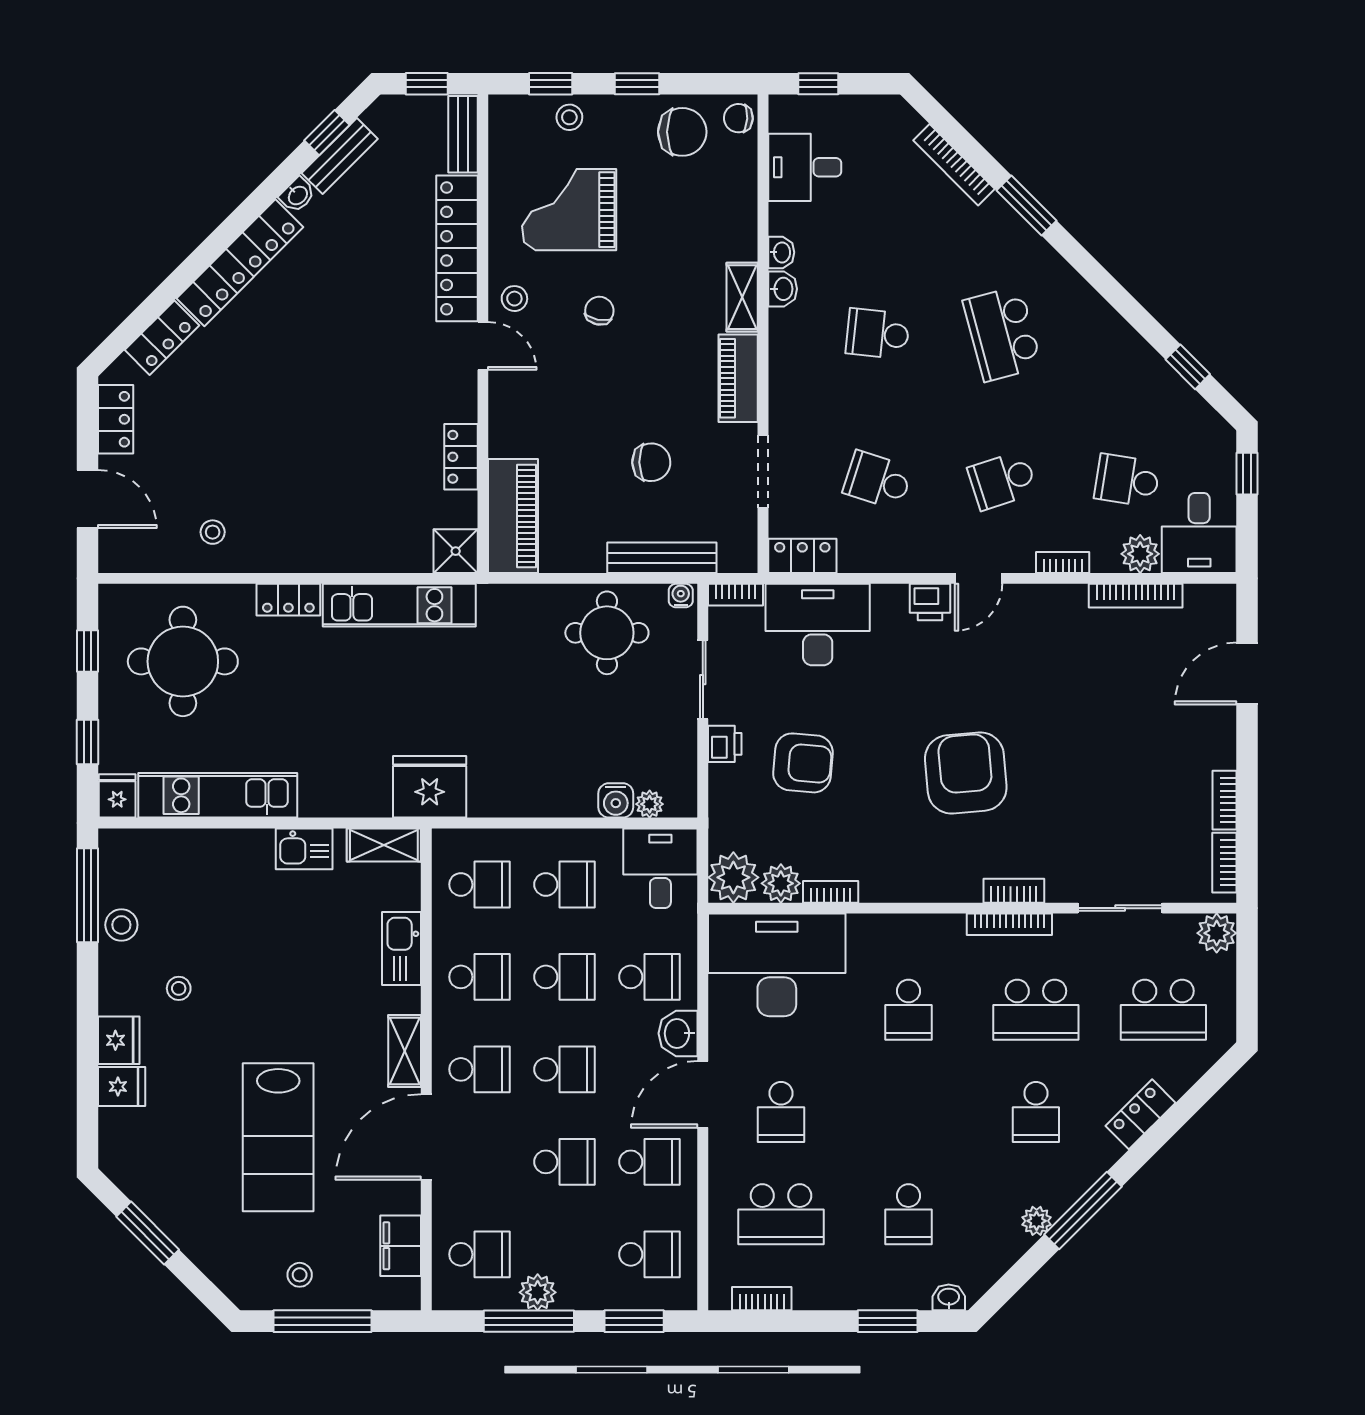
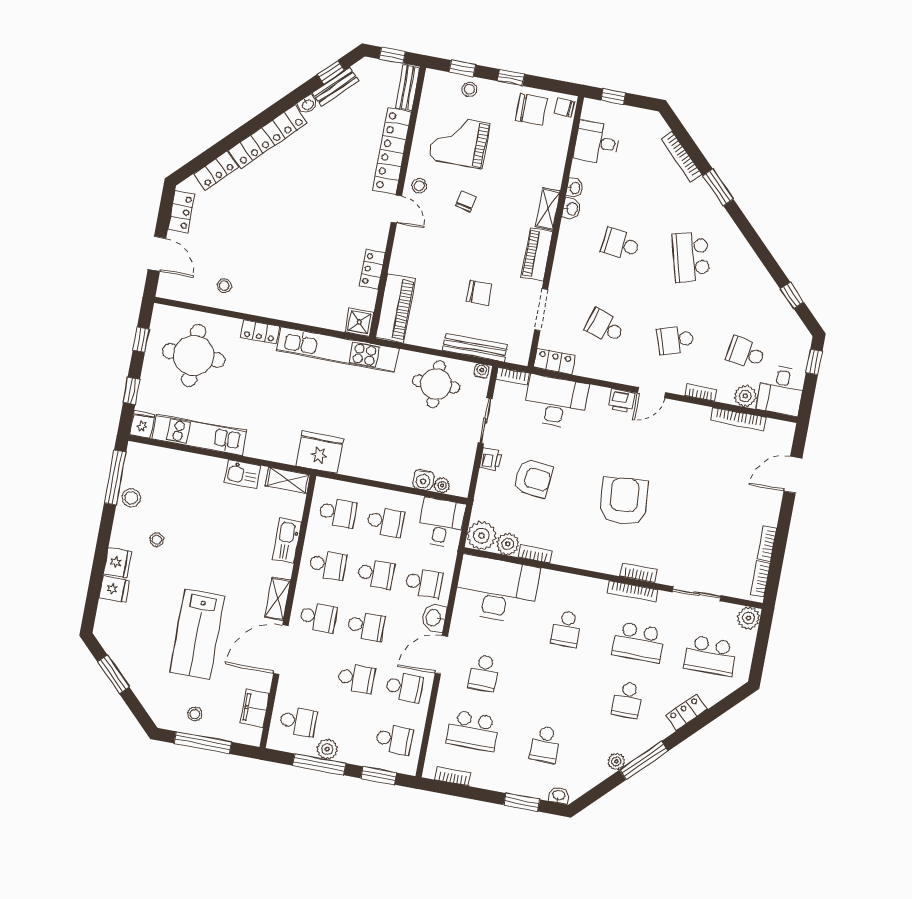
kitchen unit: (399, 605) -> (337, 350), width x1.36

